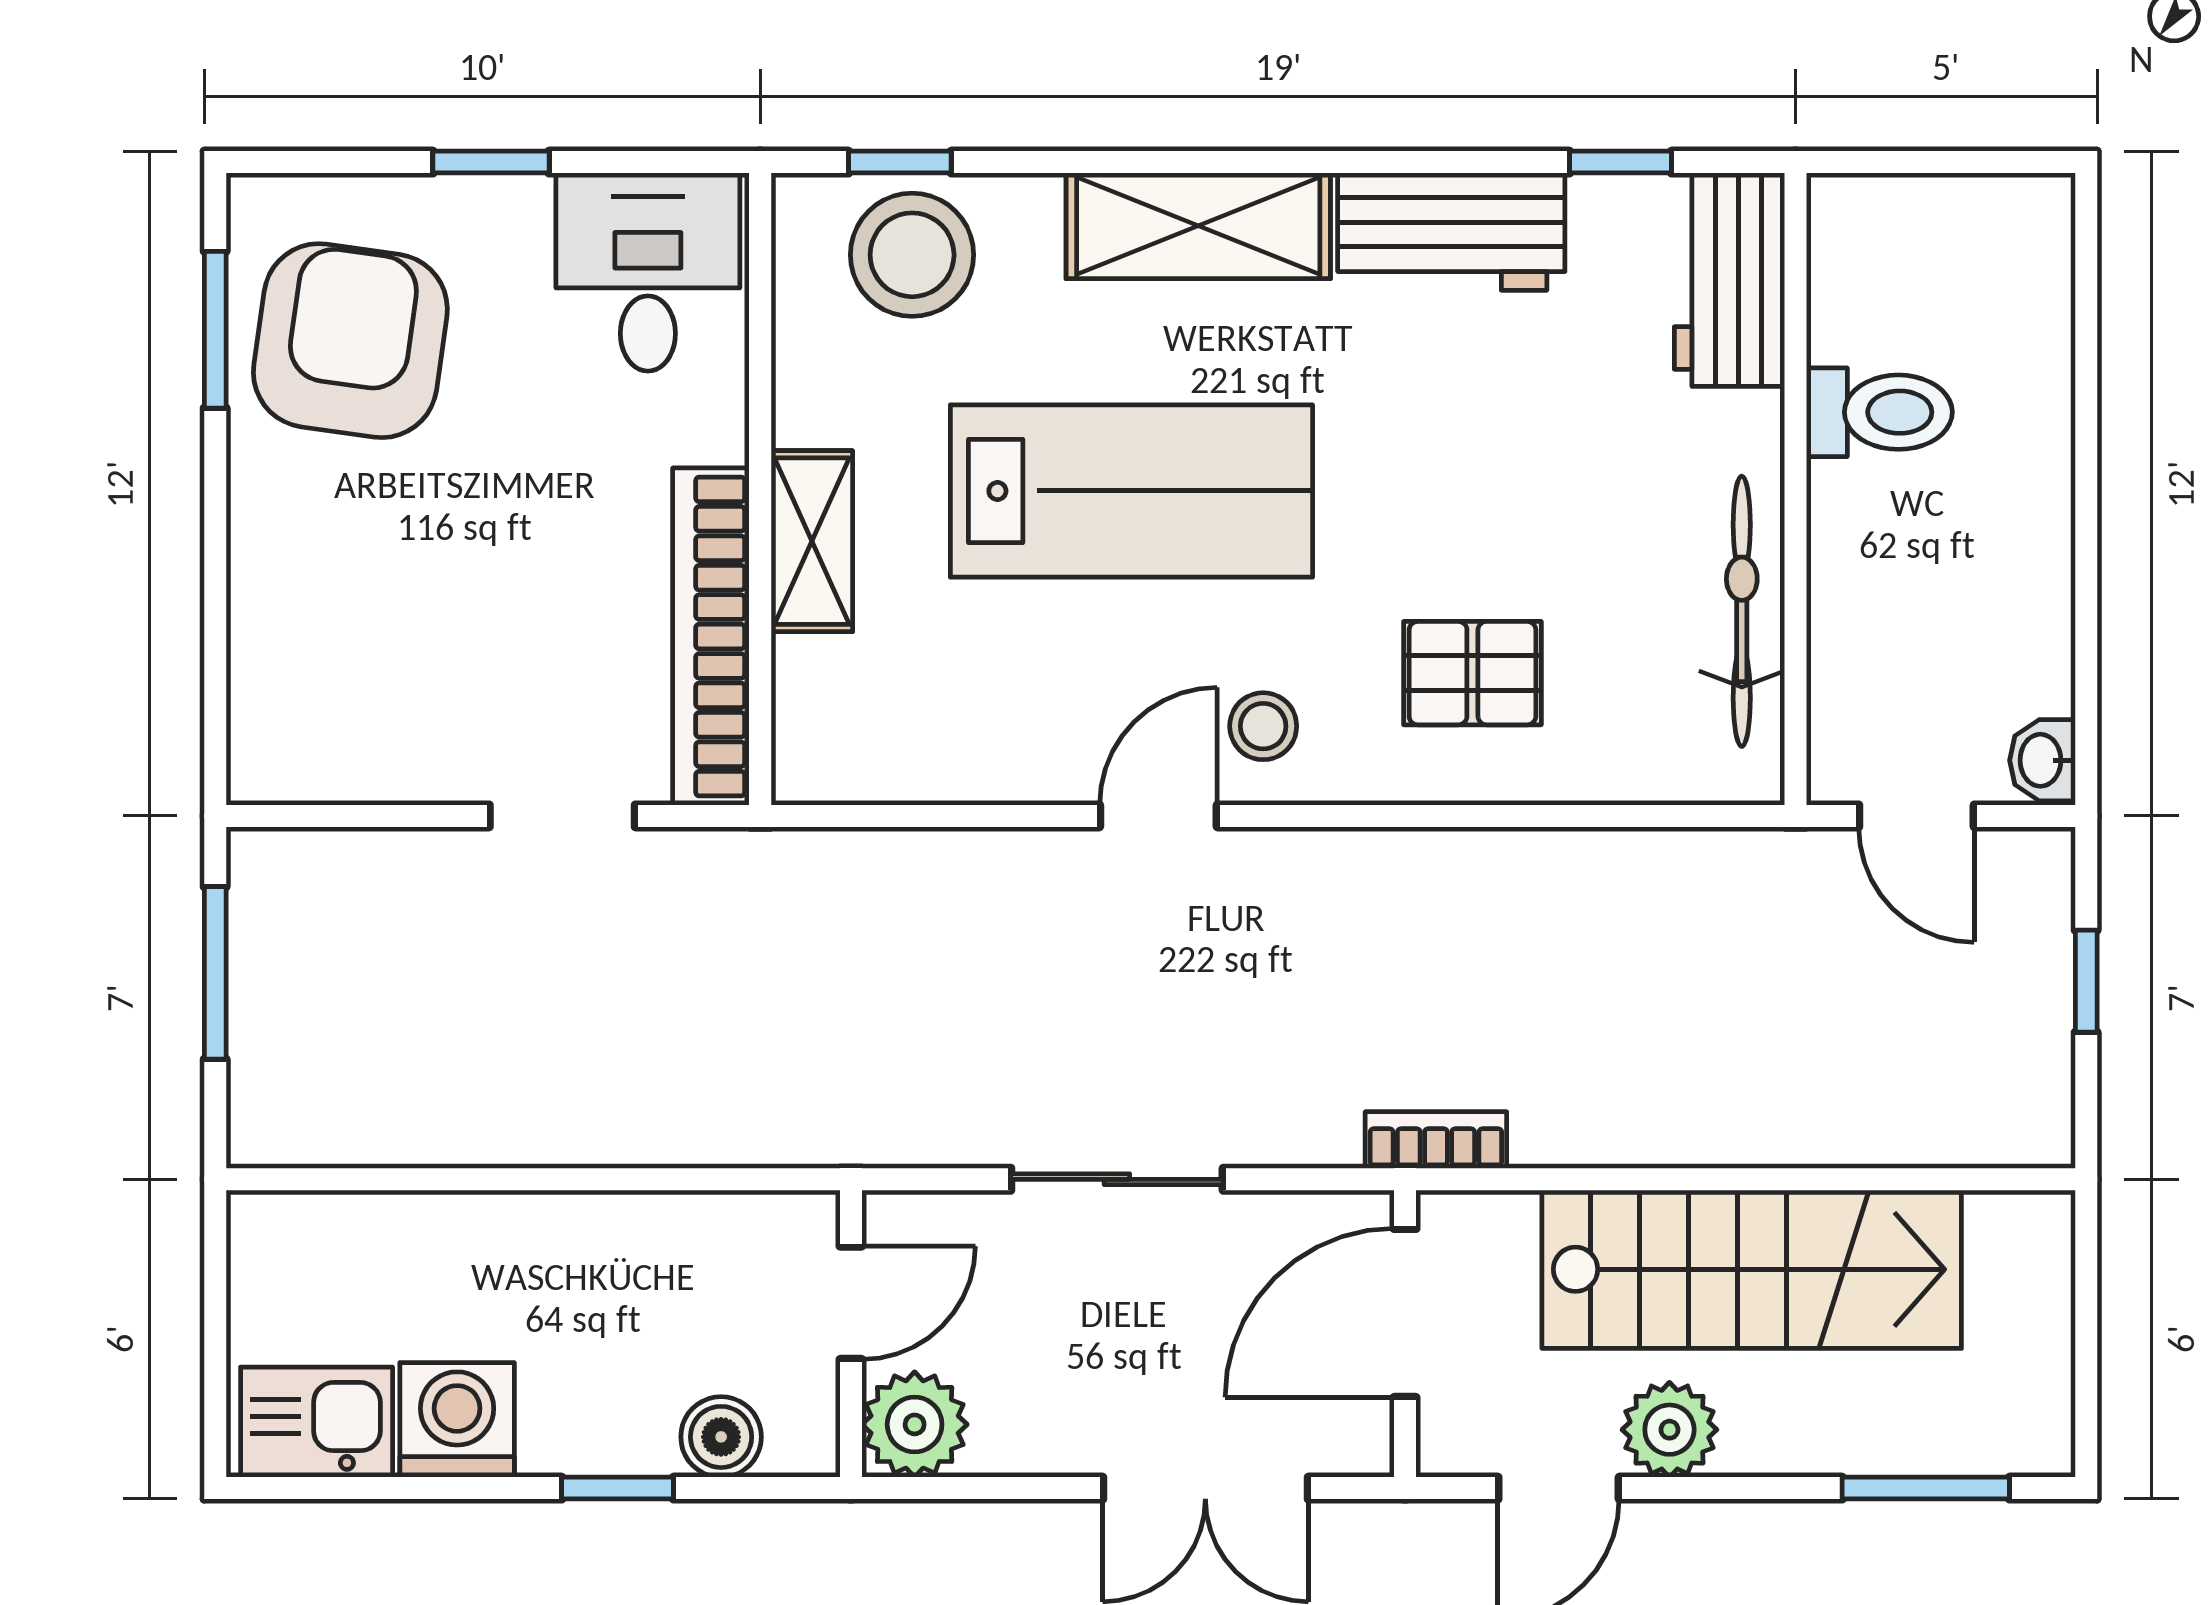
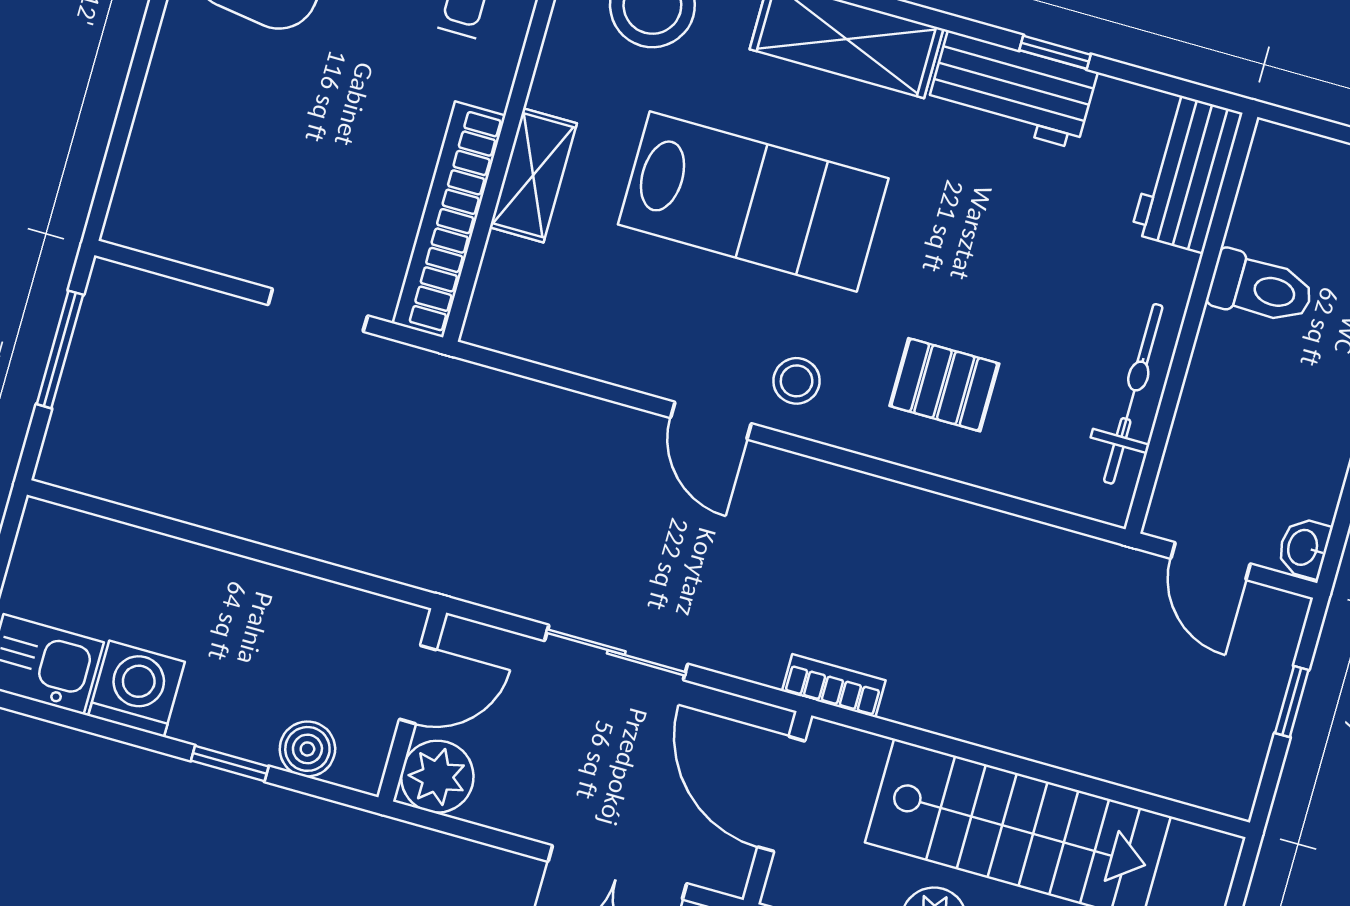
window: (1620, 162) -> (1055, 52), moved
door: (1158, 816) -> (711, 421), swing flipped
door: (1405, 1313) -> (781, 794), hinge flipped

